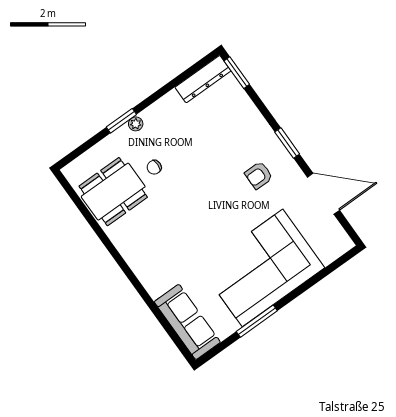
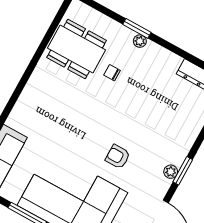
plant: (282, 156) -> (171, 172), added
armchair: (259, 175) -> (118, 157), moved

